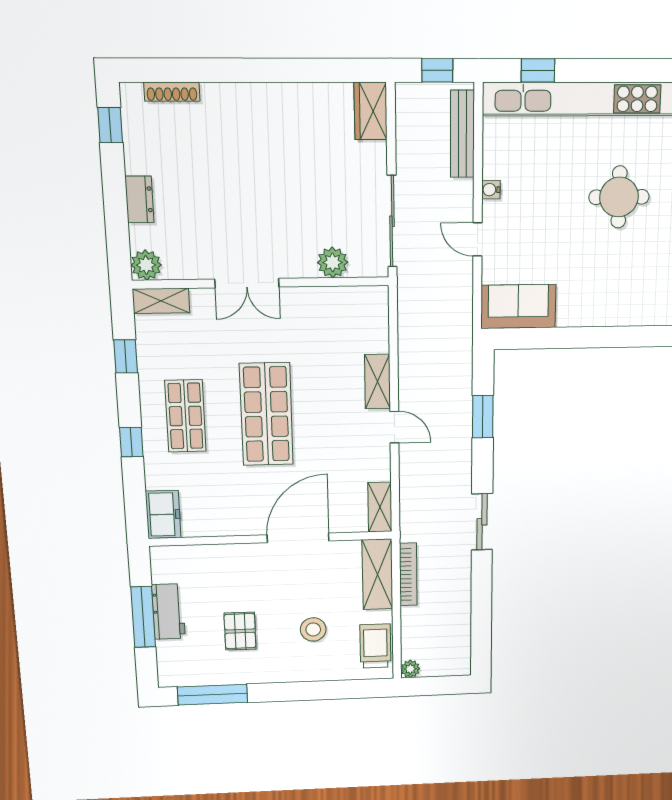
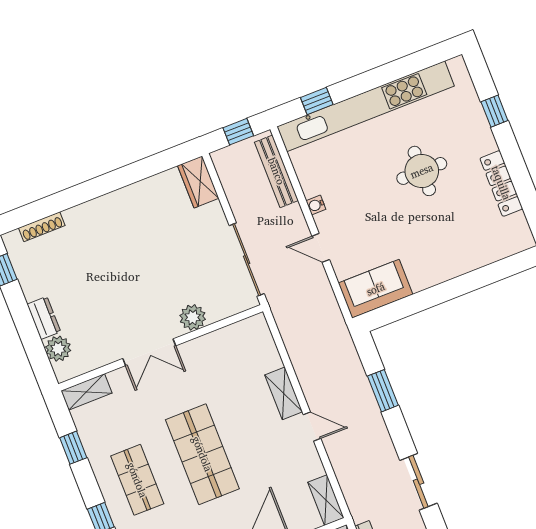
plant: (333, 262) -> (193, 317), moved
plant: (146, 265) -> (58, 349), moved

